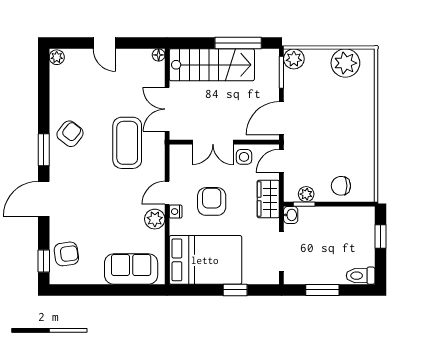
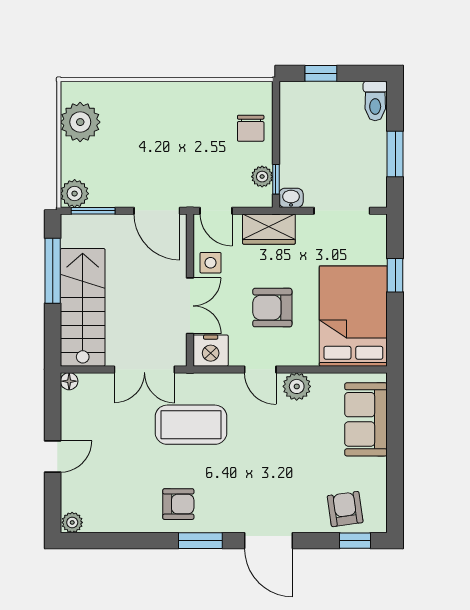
armchair: (70, 134) -> (178, 504), turned 142
nightstand: (176, 212) -> (211, 351), moved, width x1.89, depth x1.79

